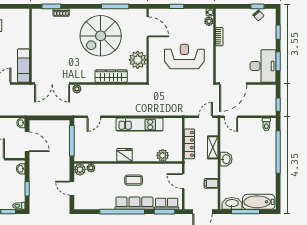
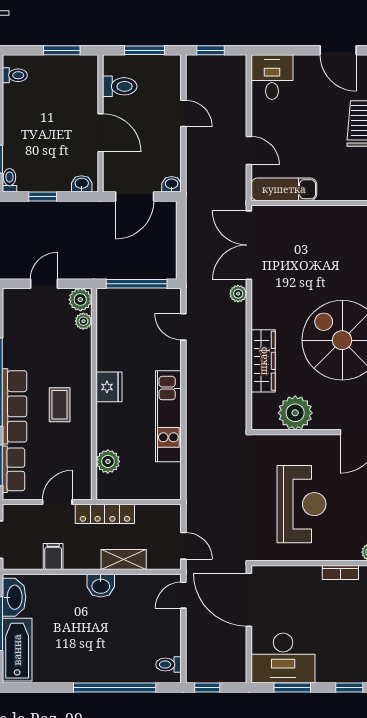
locker: (189, 144) -> (105, 514), moved

